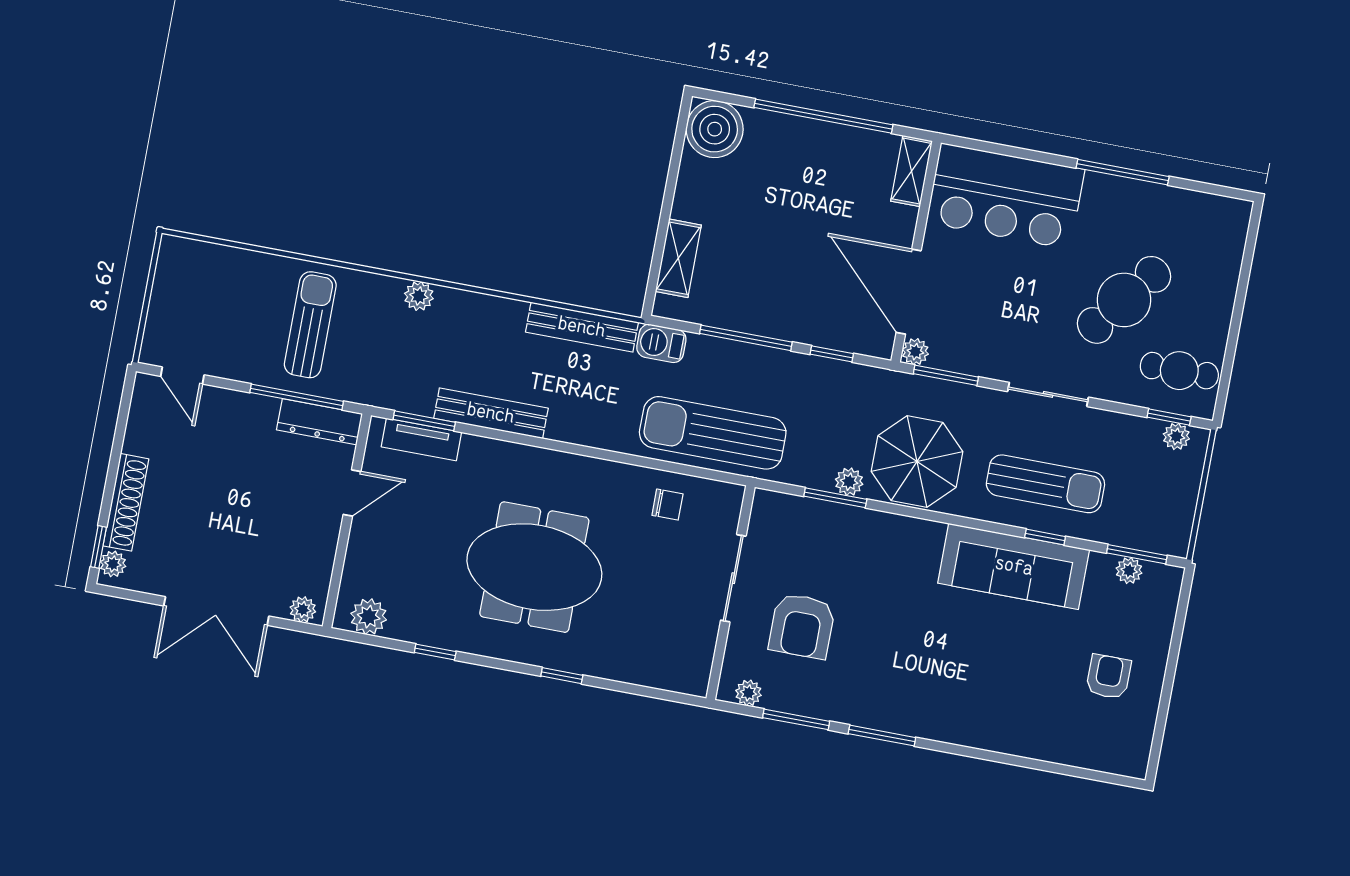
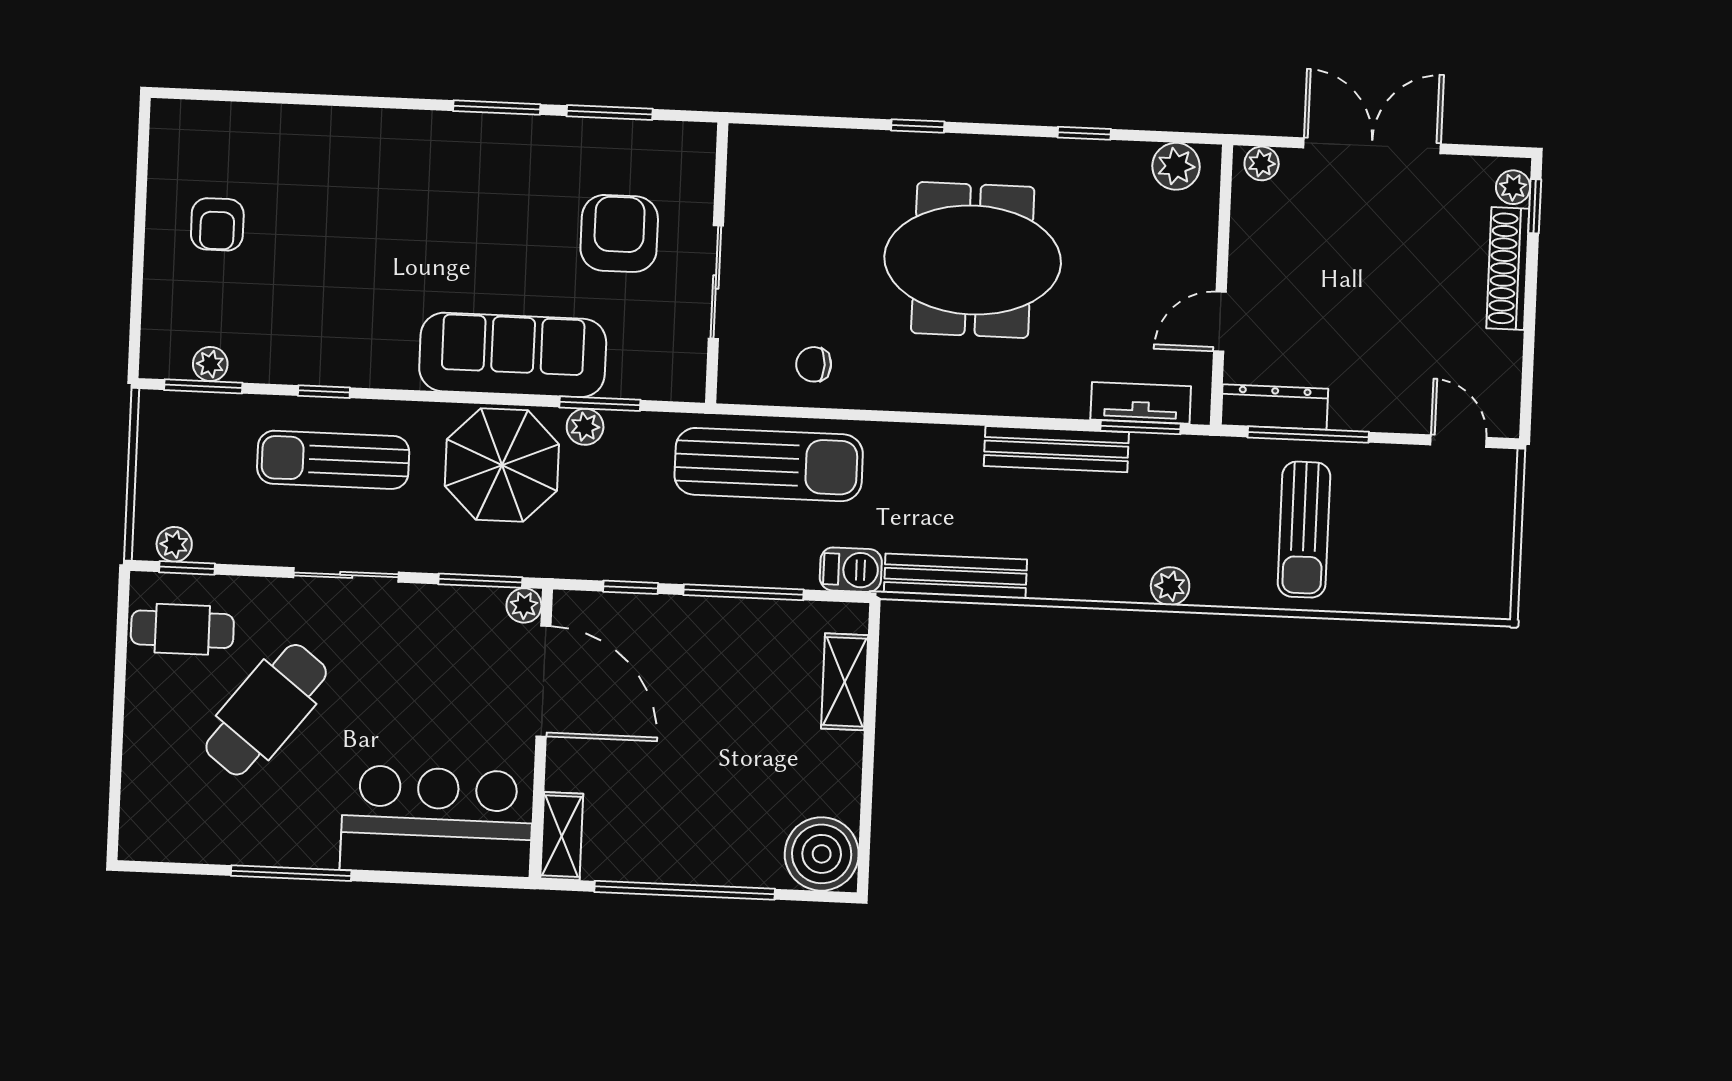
sofa: (1014, 566) -> (513, 355), moved
plant: (748, 693) -> (676, 138), removed

